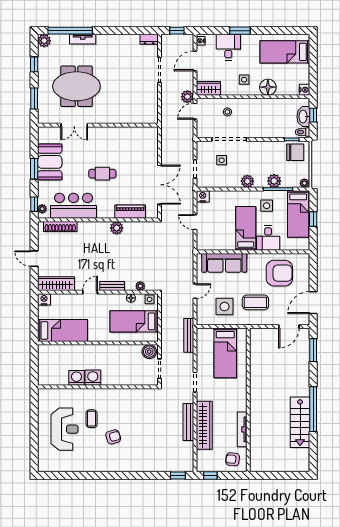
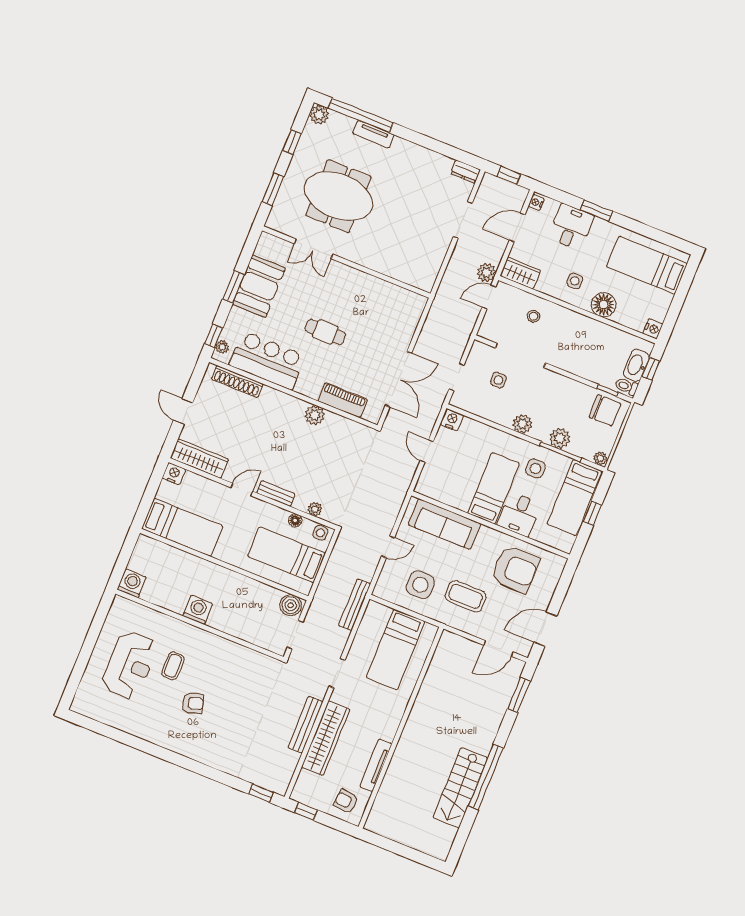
washing machine: (76, 378) -> (132, 583), moved

